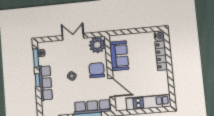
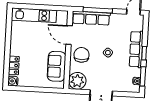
locker: (161, 56) -> (14, 65), width x0.66
chair: (97, 70) -> (82, 55), turned 180

